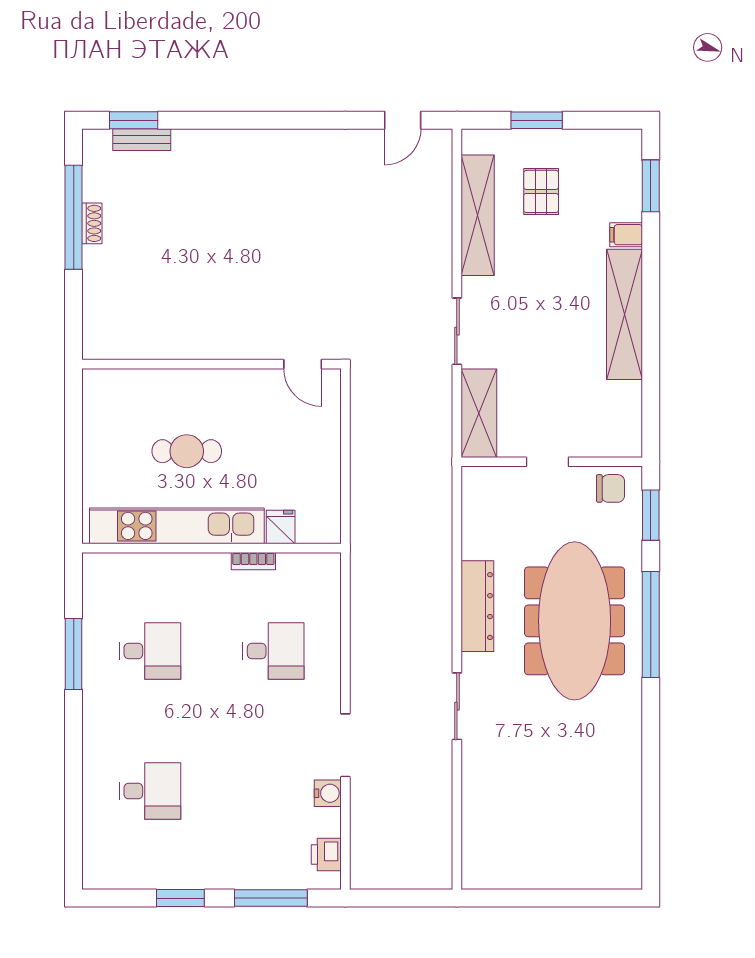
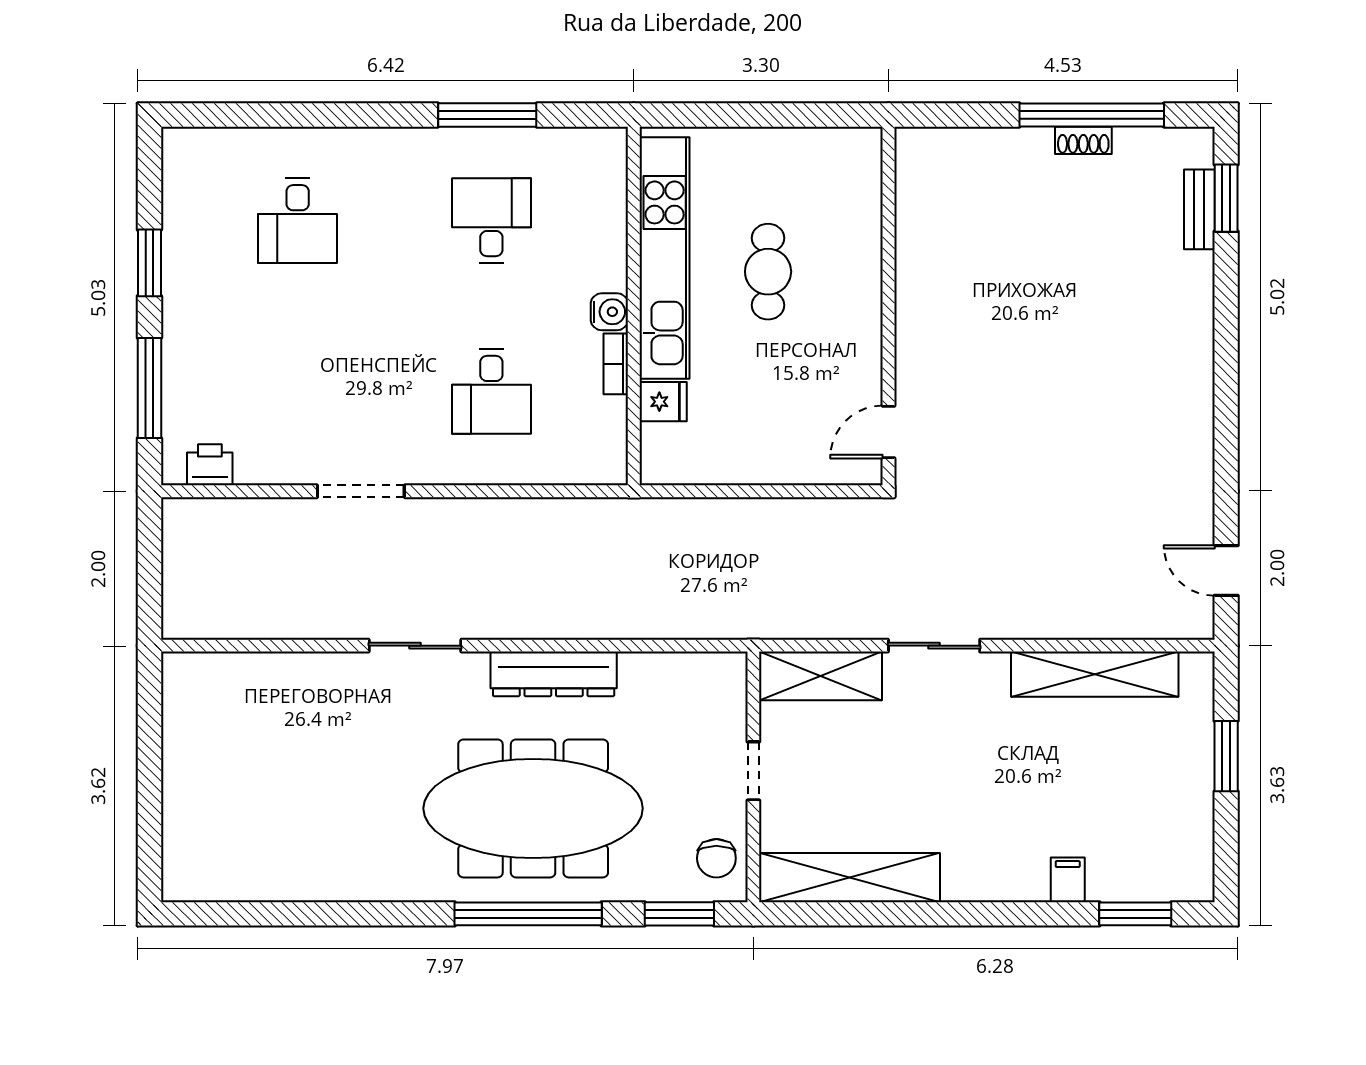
pallet: (541, 191) -> (1127, 762), removed
shelving: (625, 314) -> (850, 878), moved
desk: (150, 651) -> (491, 221), turned 180
water cooler: (328, 793) -> (609, 312), moved, turned -90

